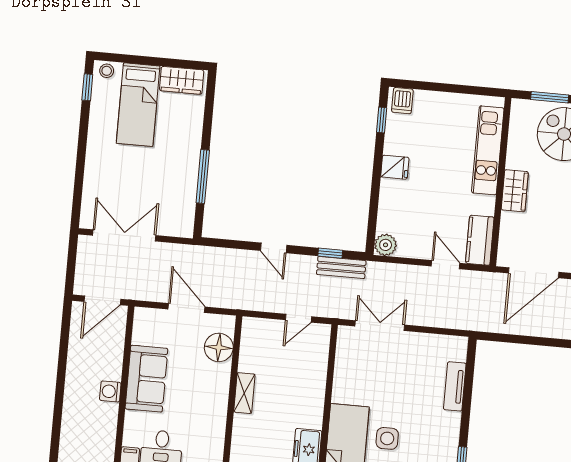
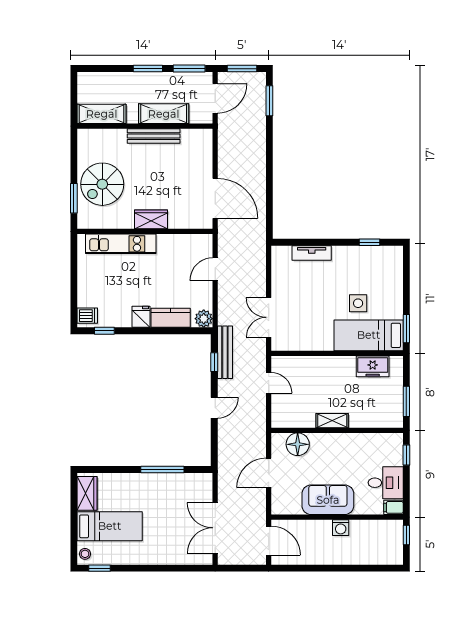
kitchen counter: (480, 240) -> (171, 318), moved, turned 180
bench: (341, 268) -> (225, 352), width x1.36

